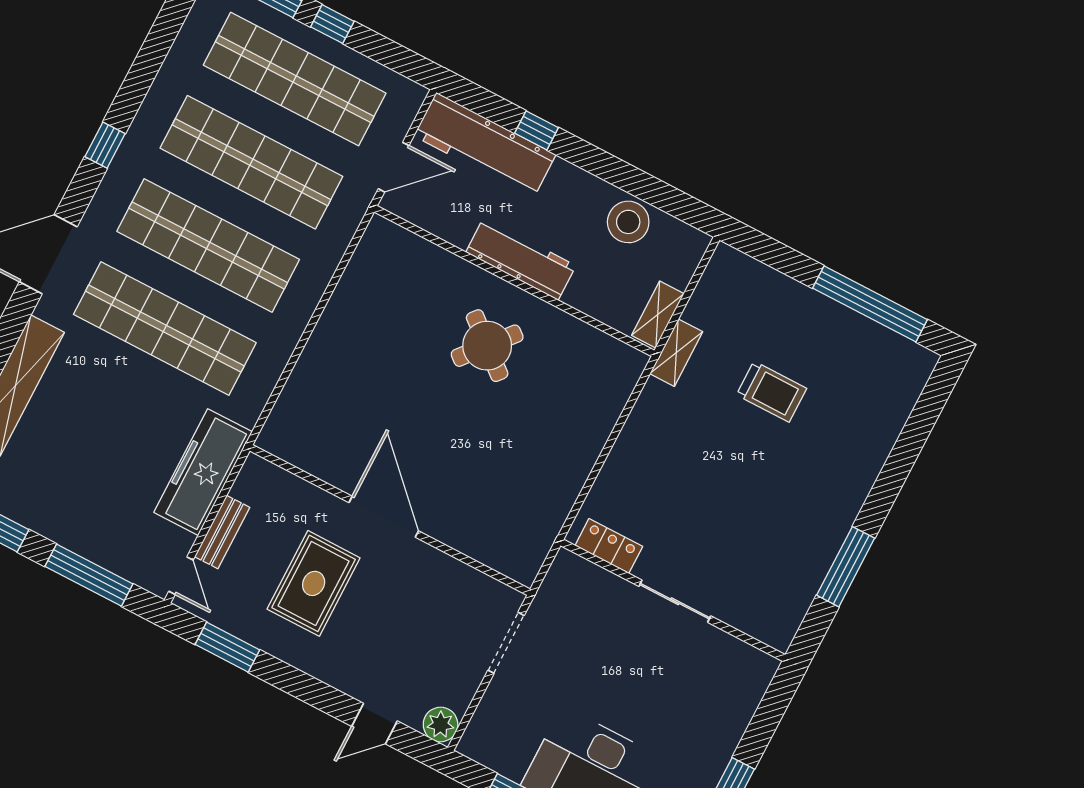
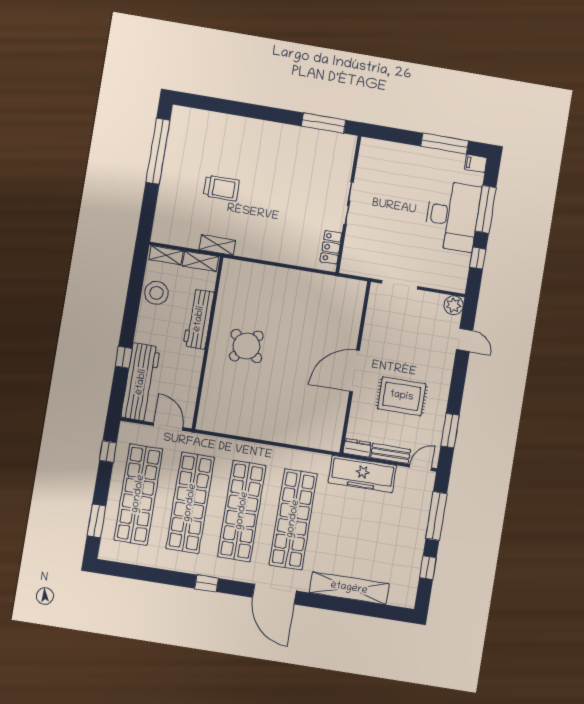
window: (332, 24) -> (108, 452), moved
workbench: (521, 259) -> (199, 319), moved
shelving: (687, 260) -> (166, 255), added
trolley: (772, 392) -> (221, 188), turned 90
dresser: (251, 478) -> (357, 448), added
window: (846, 567) -> (324, 123), moved

